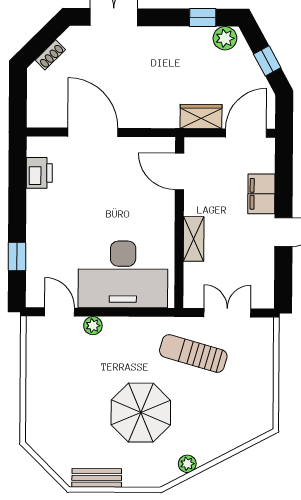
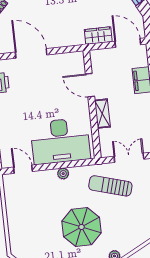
door: (246, 133) -> (128, 43), hinge flipped
door: (179, 171) -> (90, 85), moved
plant: (93, 326) -> (63, 174), moved

